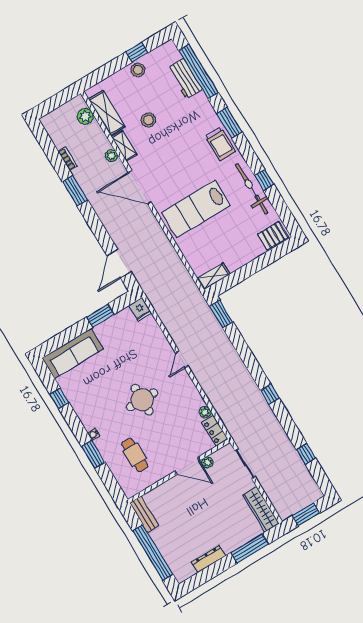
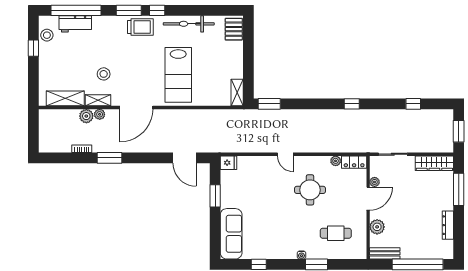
stool: (138, 70) -> (47, 35), moved
plant: (85, 116) -> (86, 116), moved
stool: (148, 120) -> (104, 74), moved
window: (264, 180) -> (157, 10), moved
round table: (142, 400) -> (310, 190), moved
plant: (165, 491) -> (377, 227), added

